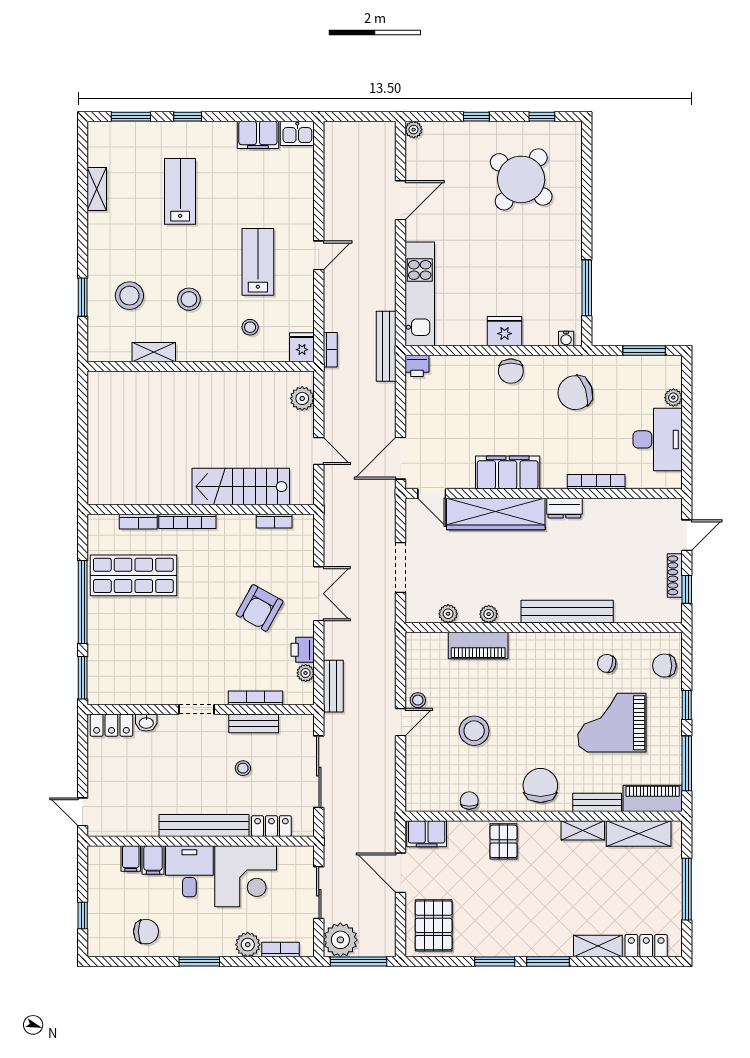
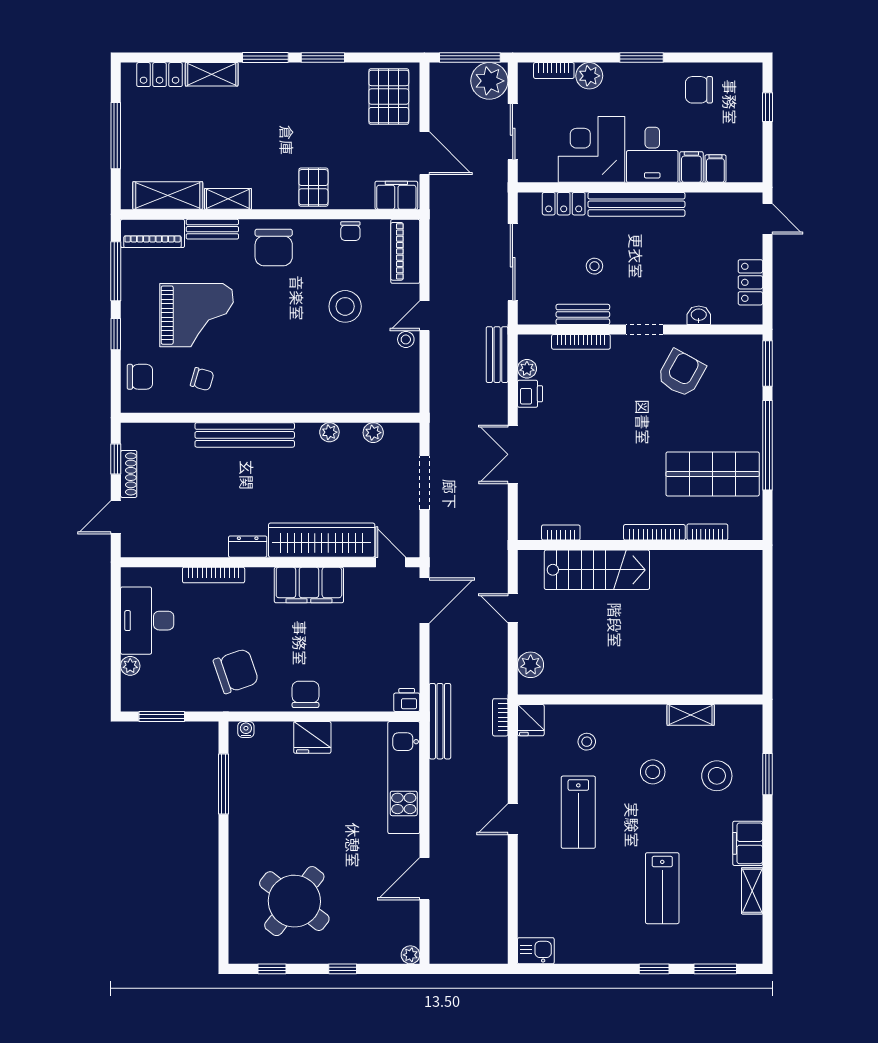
filing cabinet: (258, 135) -> (748, 843), moved, turned -90
armchair: (260, 608) -> (681, 373), moved
piano: (478, 645) -> (405, 251), moved, turned -90
locker: (111, 725) -> (750, 282), moved, turned -90

